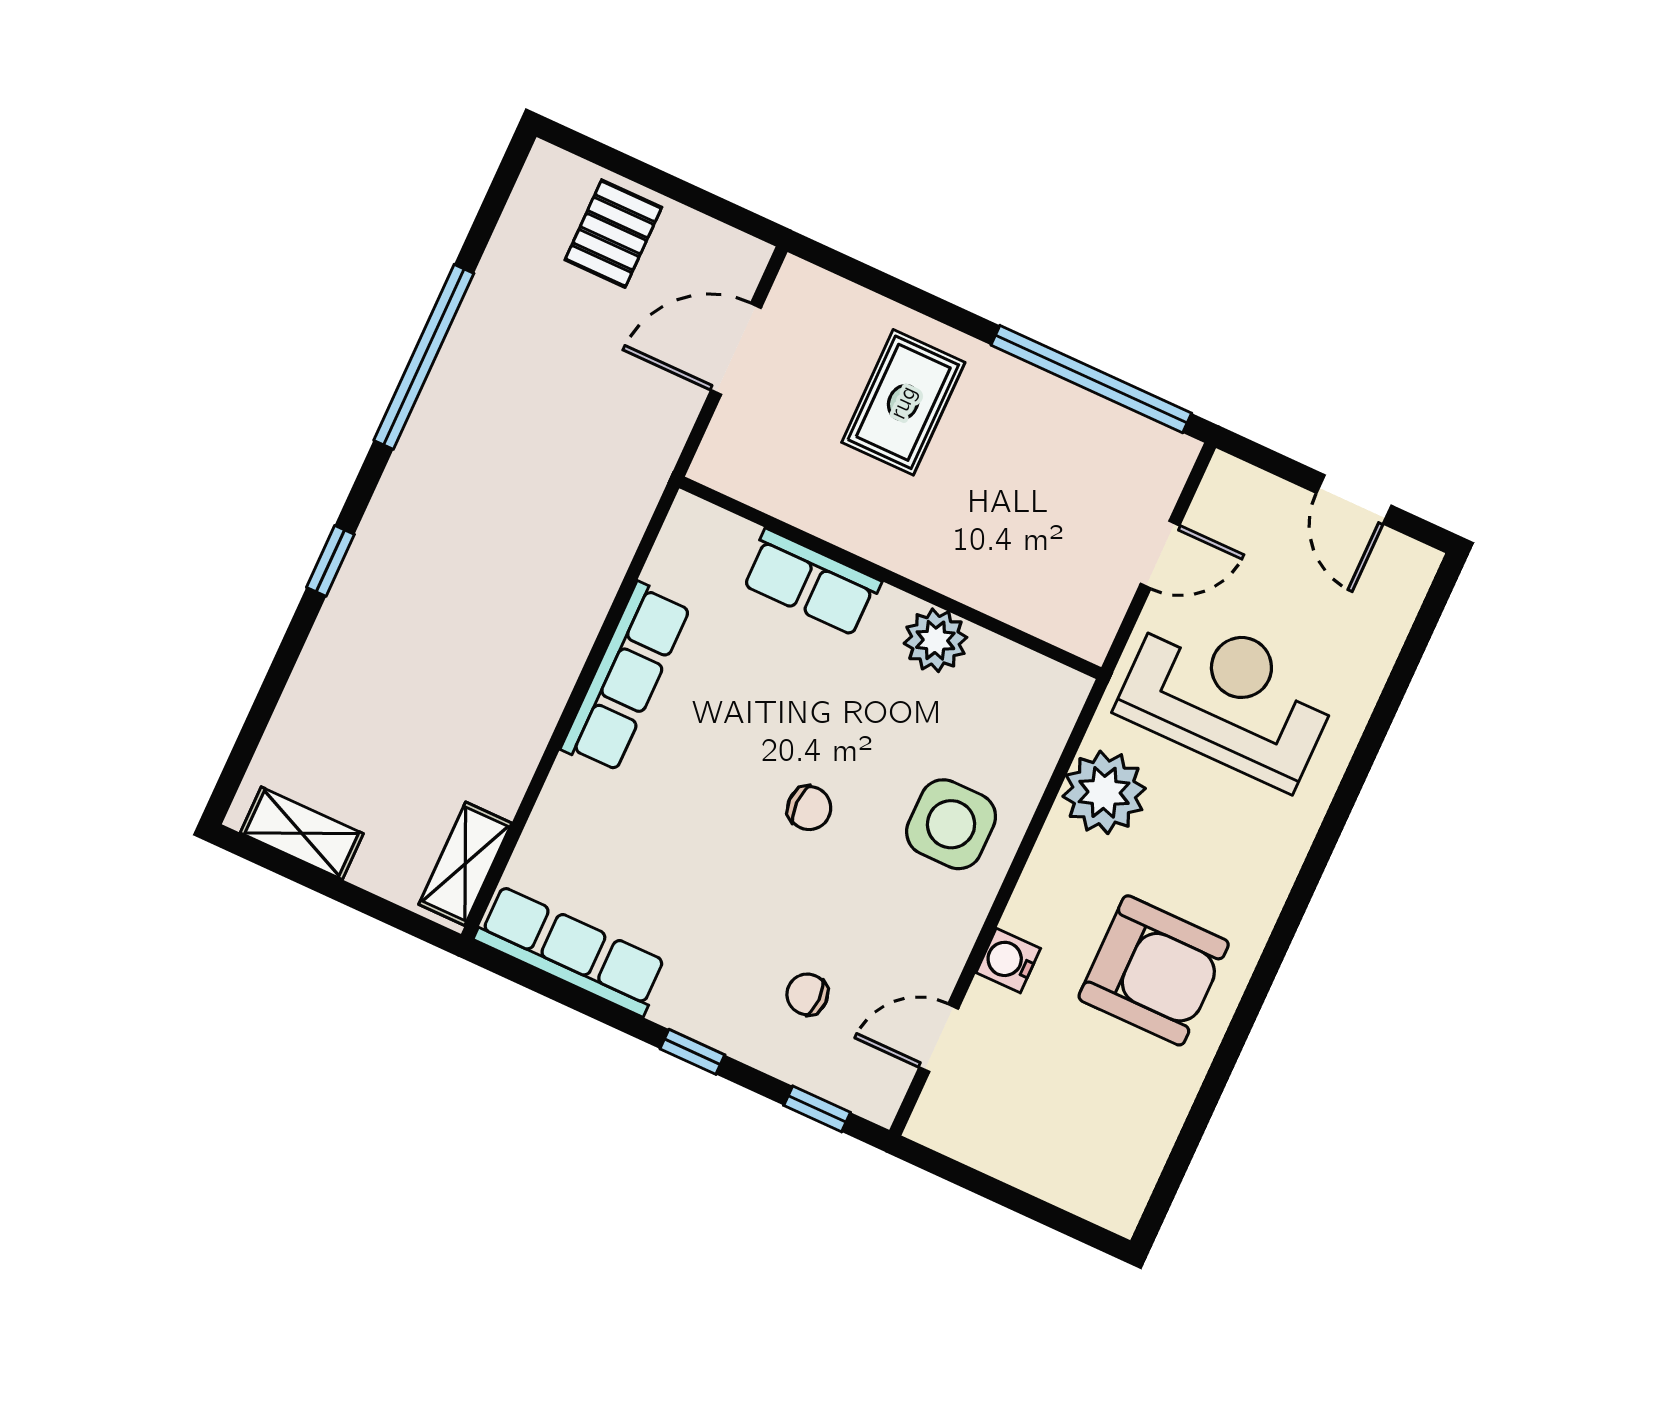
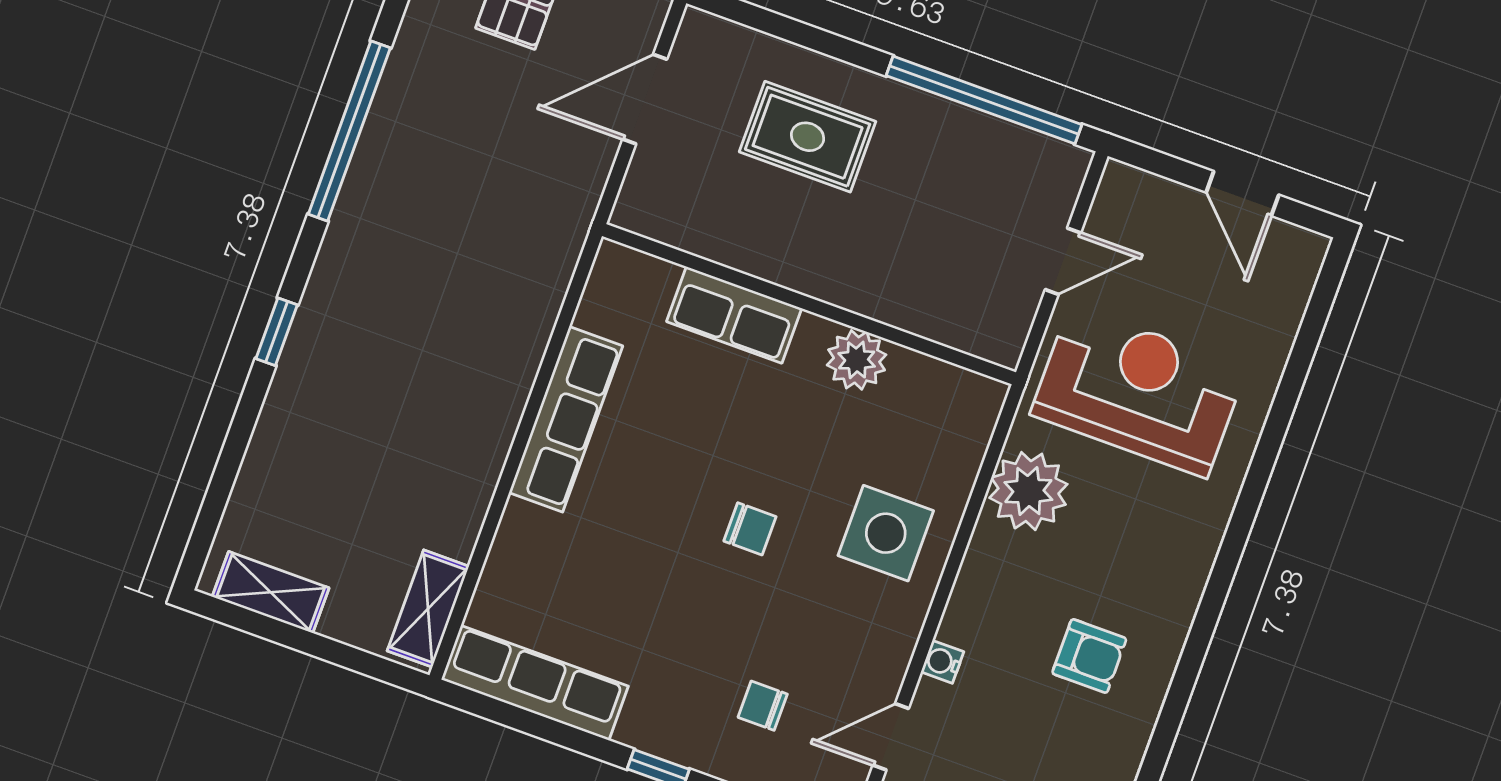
rug: (903, 402) -> (808, 137), turned 90
water cooler: (1008, 961) -> (942, 662), width x0.72, depth x0.72
armchair: (1154, 970) -> (1089, 656), width x0.53, depth x0.53

